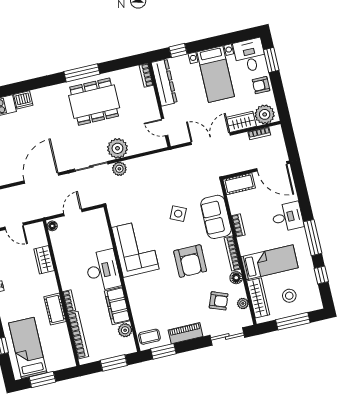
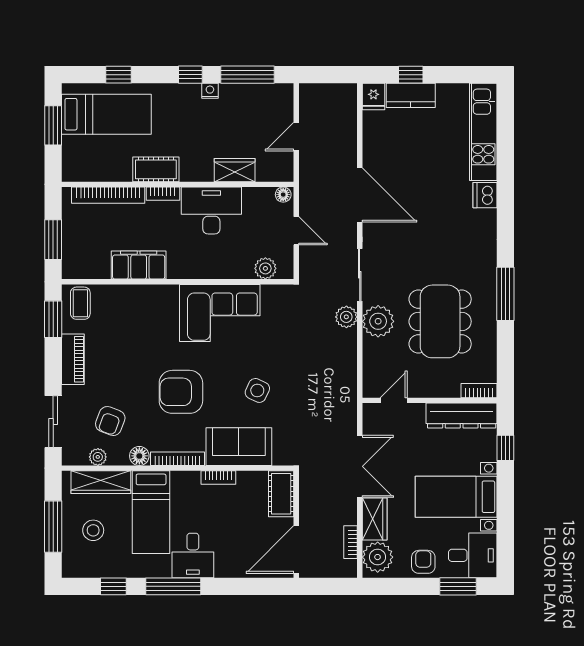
dining table: (94, 102) -> (440, 321), moved
desk: (287, 217) -> (193, 555), moved
desk: (103, 270) -> (211, 210), moved, turned 180
plant: (125, 330) -> (265, 268), moved

